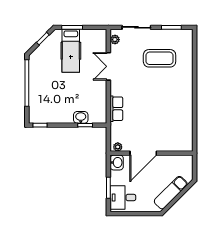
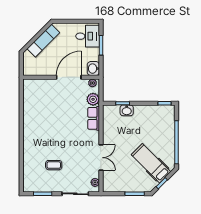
hospital bed: (71, 51) -> (151, 163), moved, turned -45
coffee table: (160, 58) -> (54, 165), width x0.54, depth x0.58
plant: (117, 129) -> (93, 99), added

